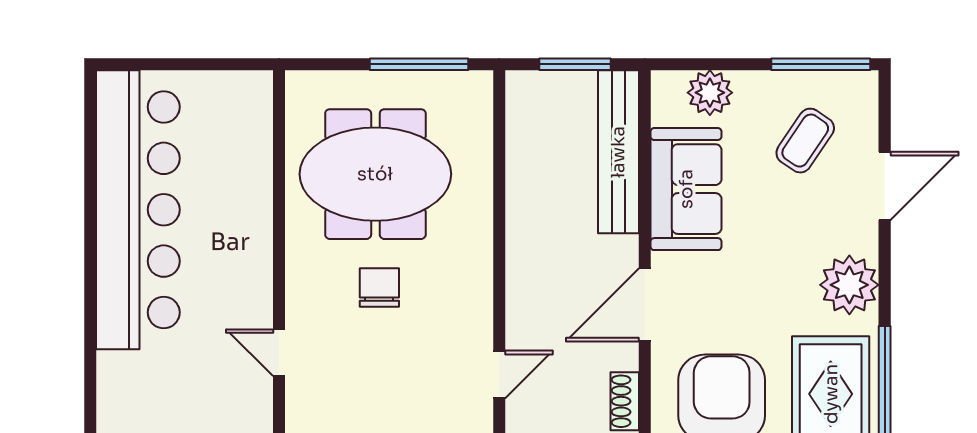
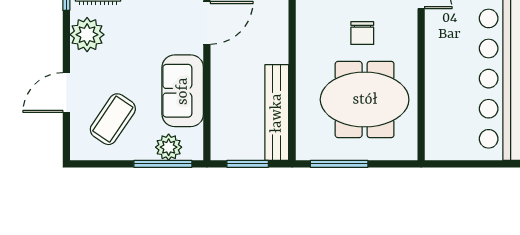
window: (821, 64) -> (163, 164), moved
coffee table: (805, 141) -> (113, 119), width x1.36, depth x1.30
bench: (618, 152) -> (277, 113), moved

